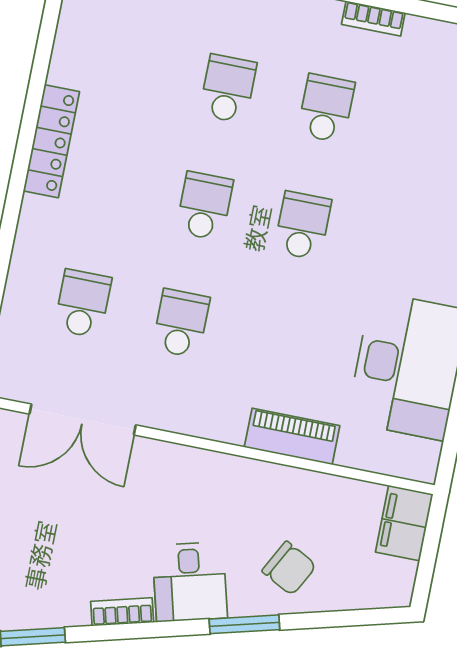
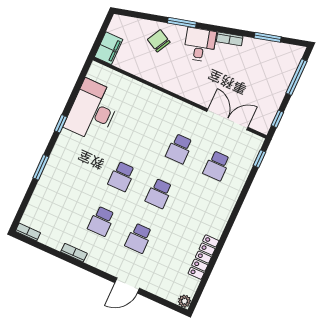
locker: (51, 141) -> (203, 257), moved
piano: (292, 436) -> (145, 93), removed

